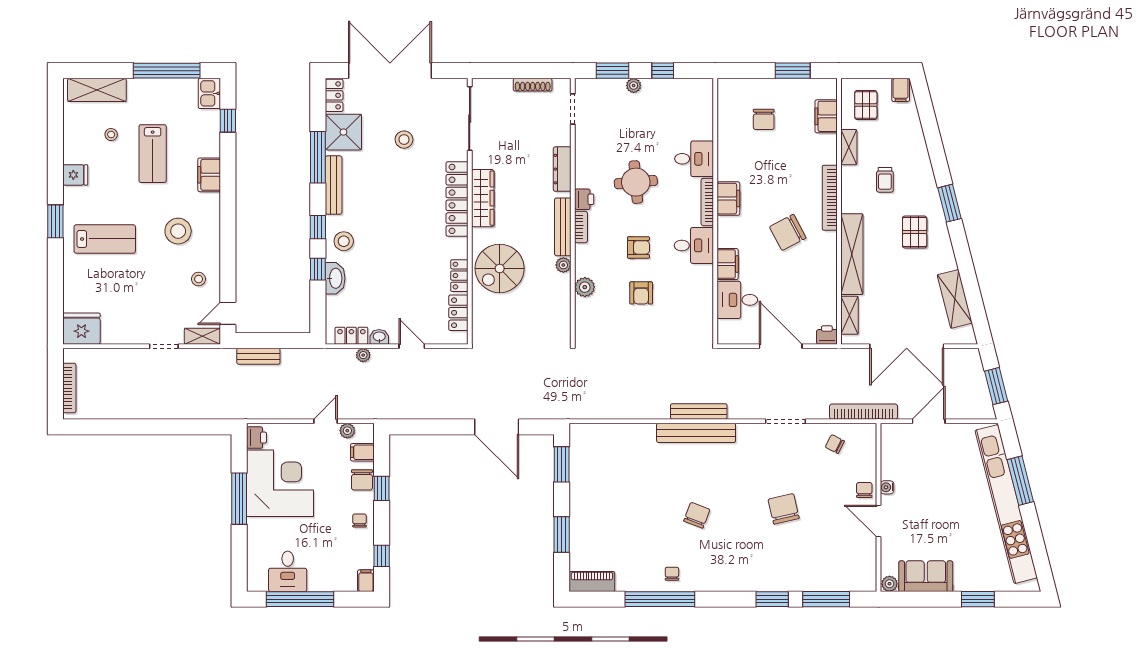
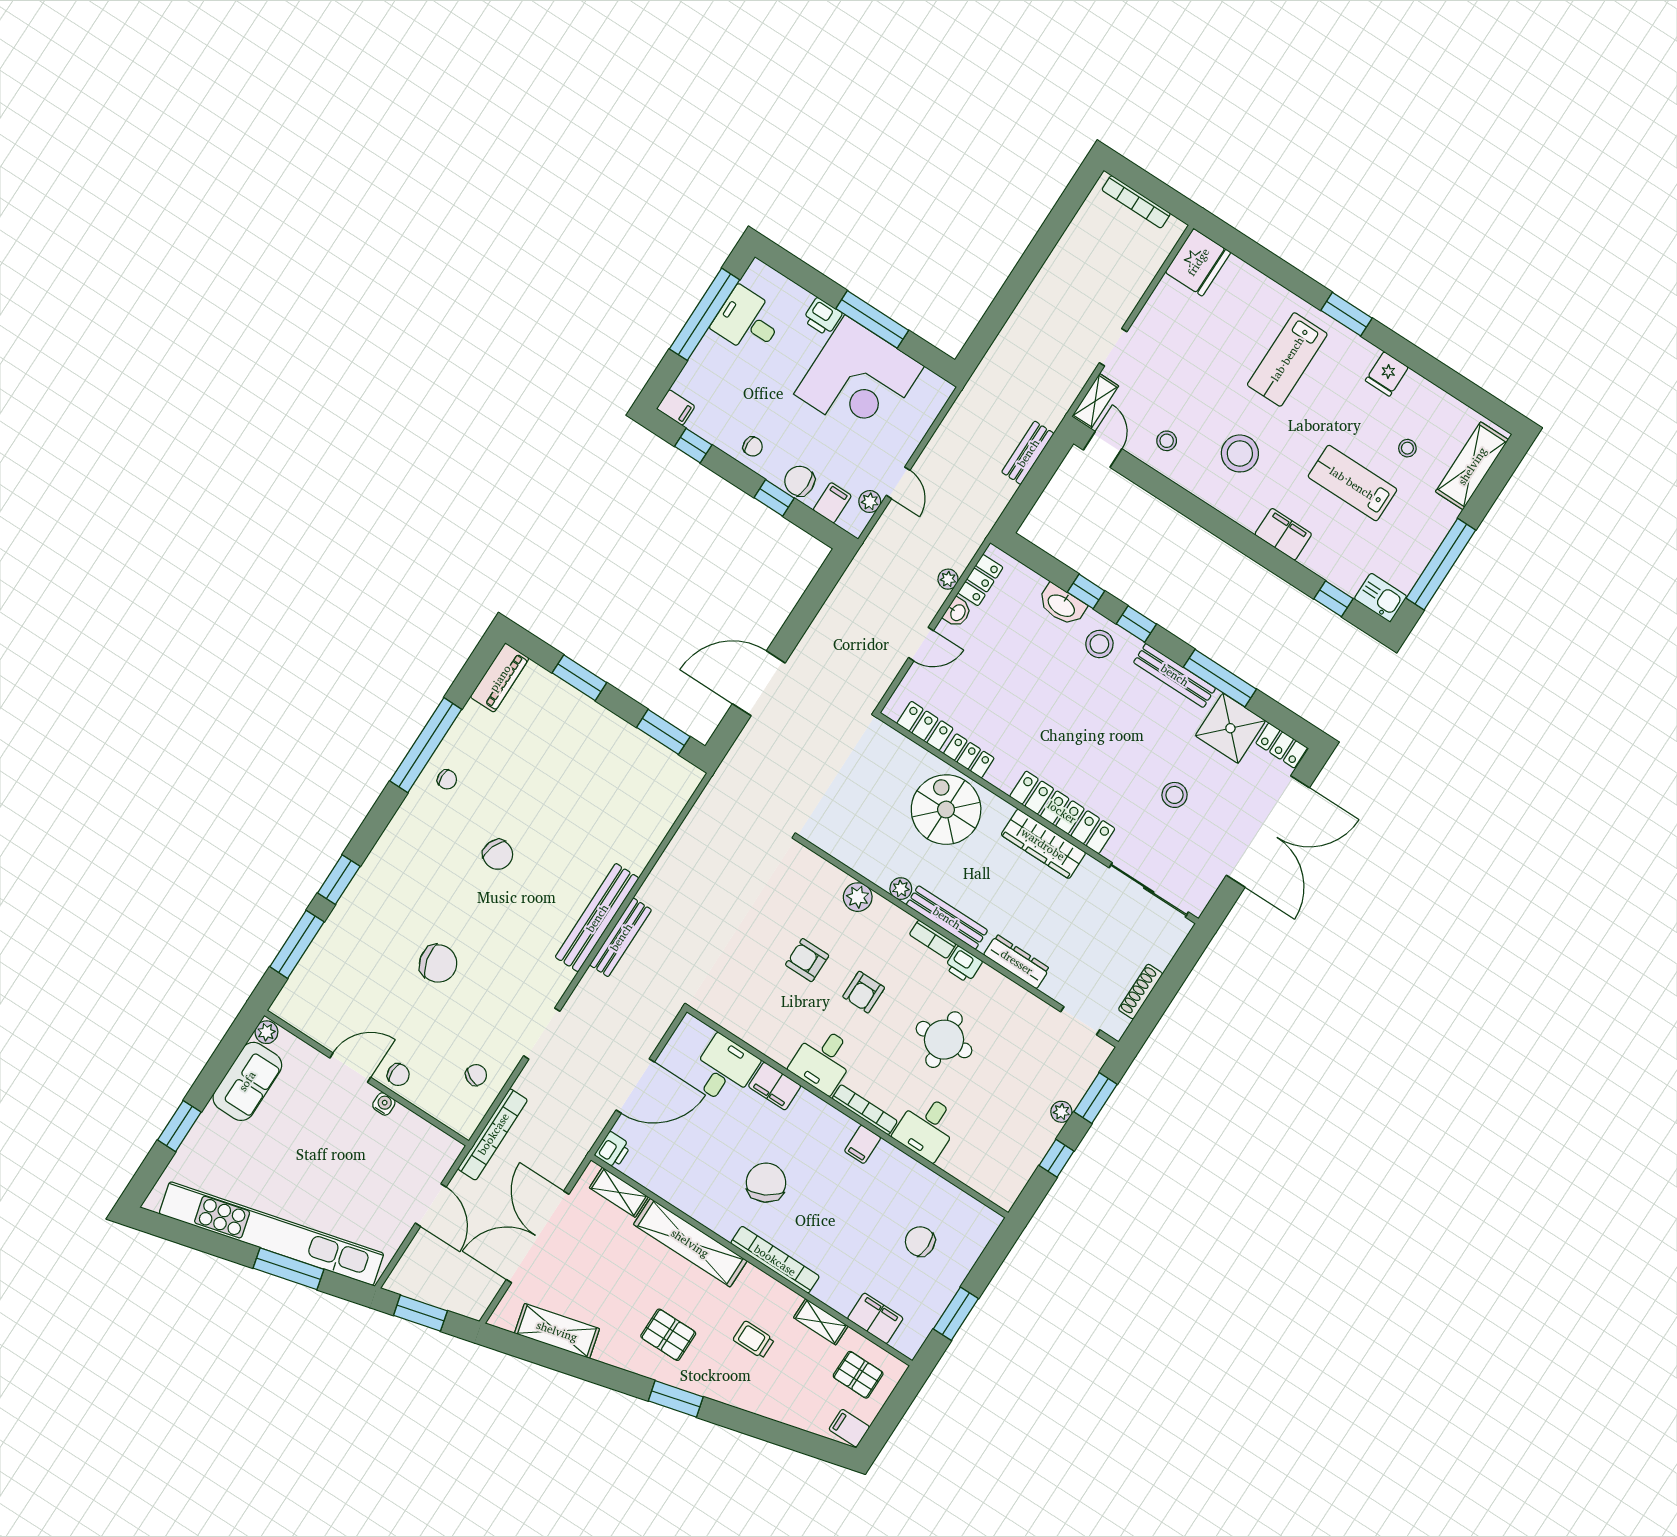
filing cabinet: (728, 199) -> (863, 1144), width x0.50
printer: (257, 438) -> (822, 317), moved

